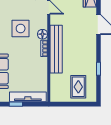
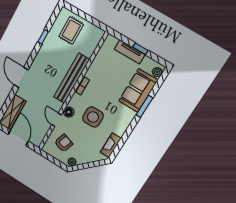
floor lamp: (42, 34) -> (69, 112), moved
tv unit: (28, 97) -> (130, 52), width x0.71

